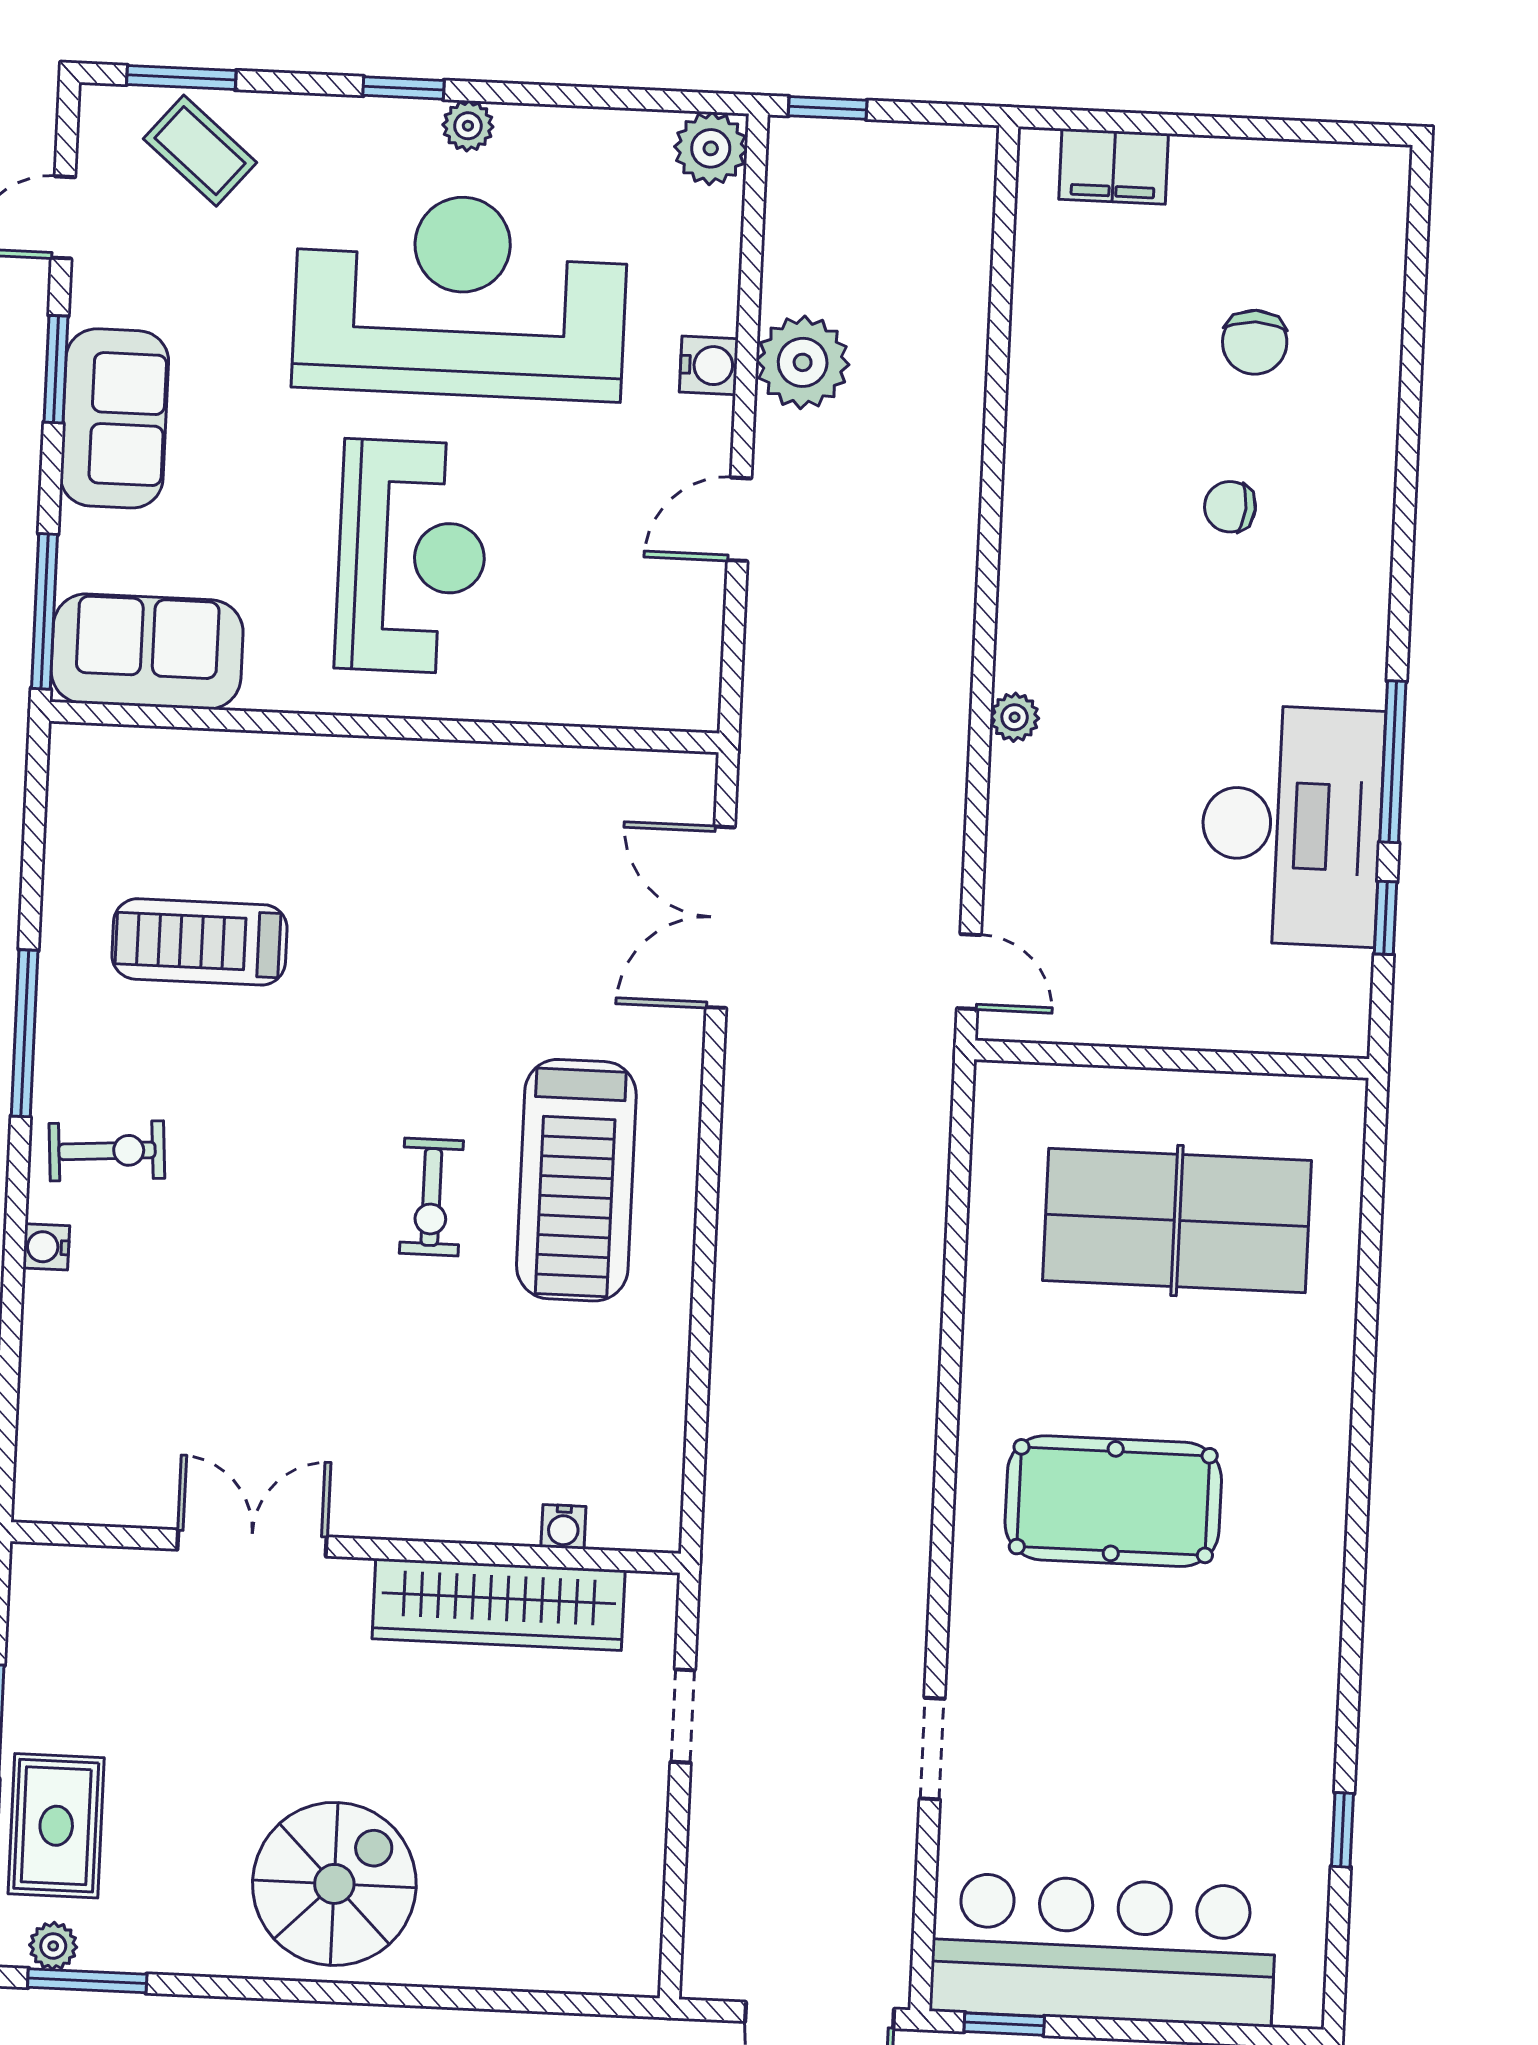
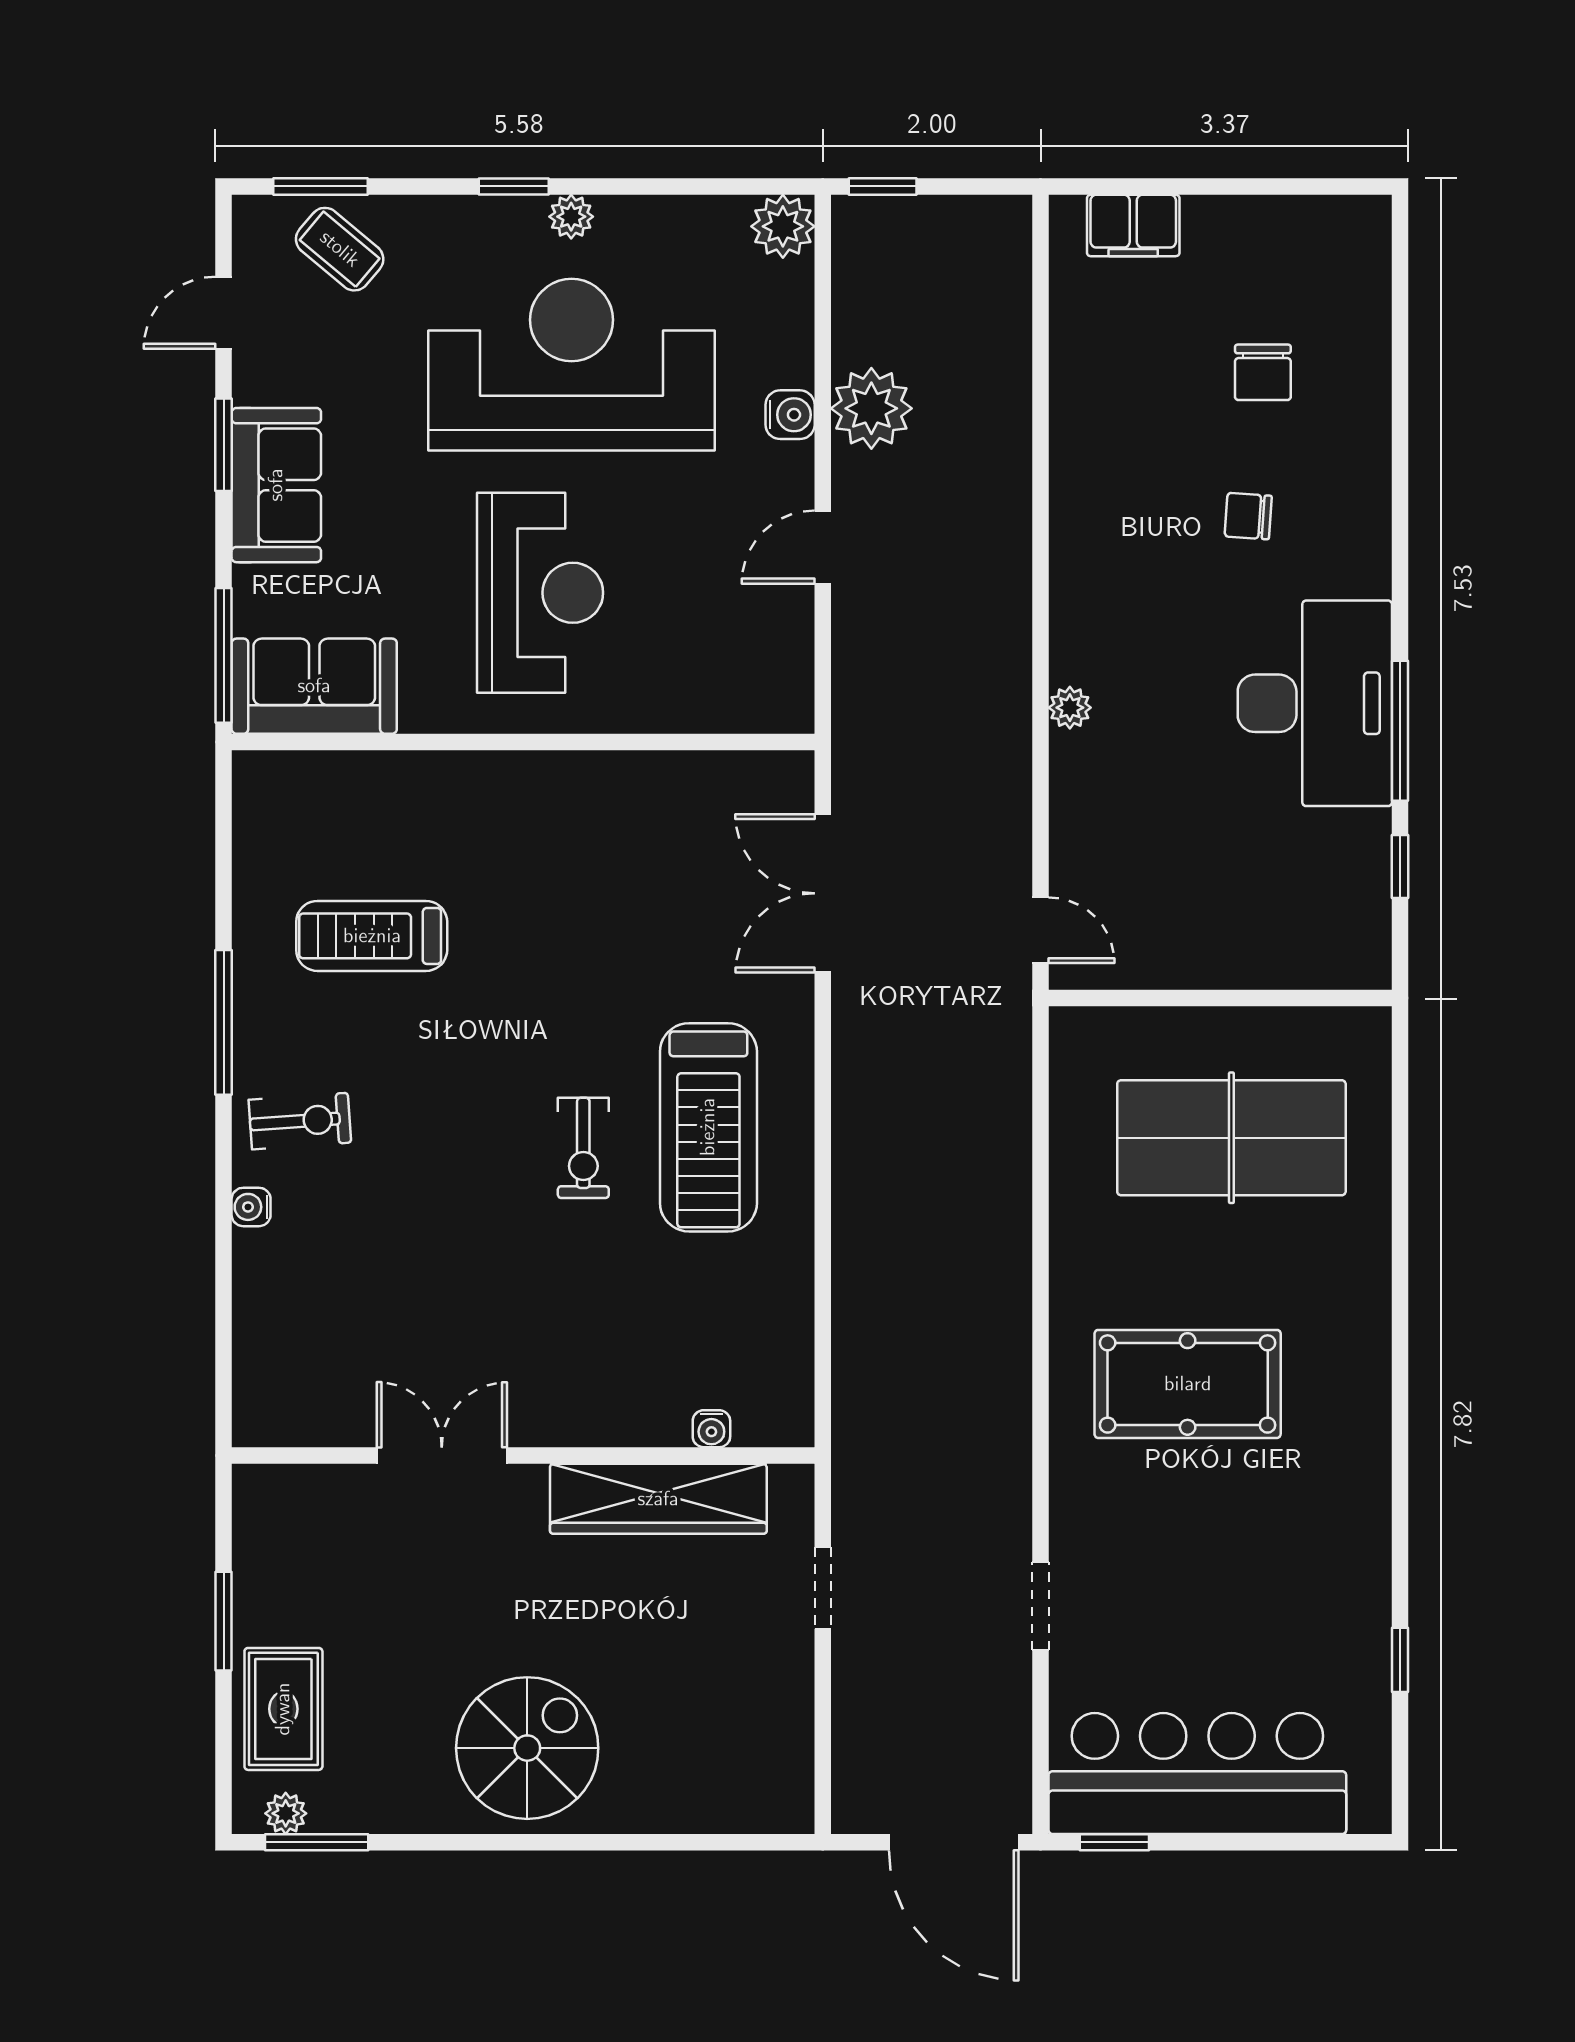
desk: (1292, 825) -> (1315, 703), moved

